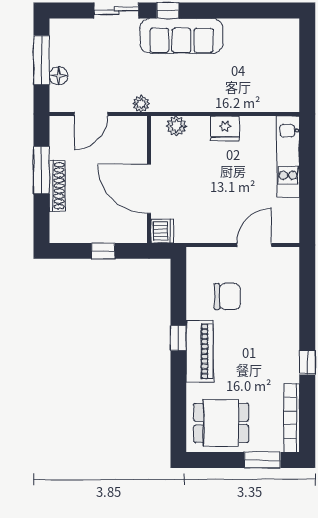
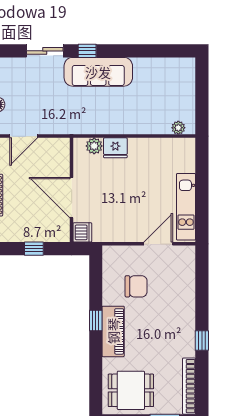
plant: (141, 104) -> (178, 128), moved
fridge: (225, 128) -> (115, 148), moved
kitchen unit: (288, 157) -> (186, 207), moved

